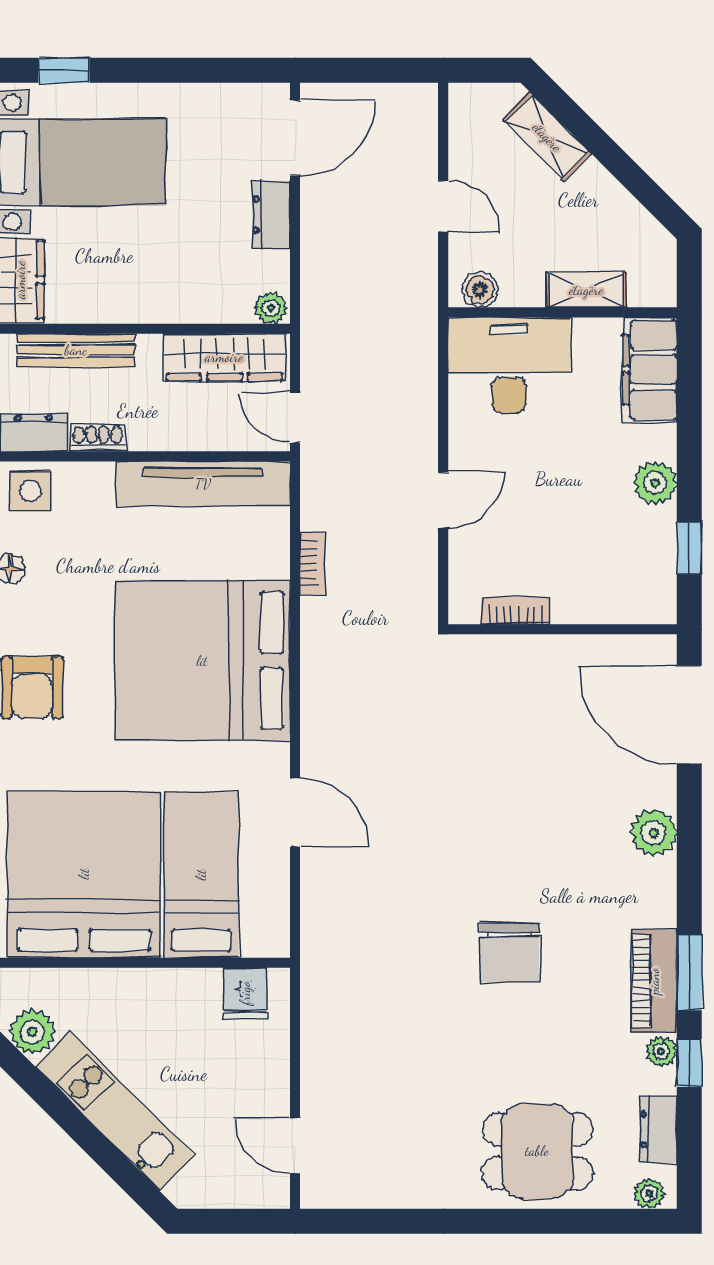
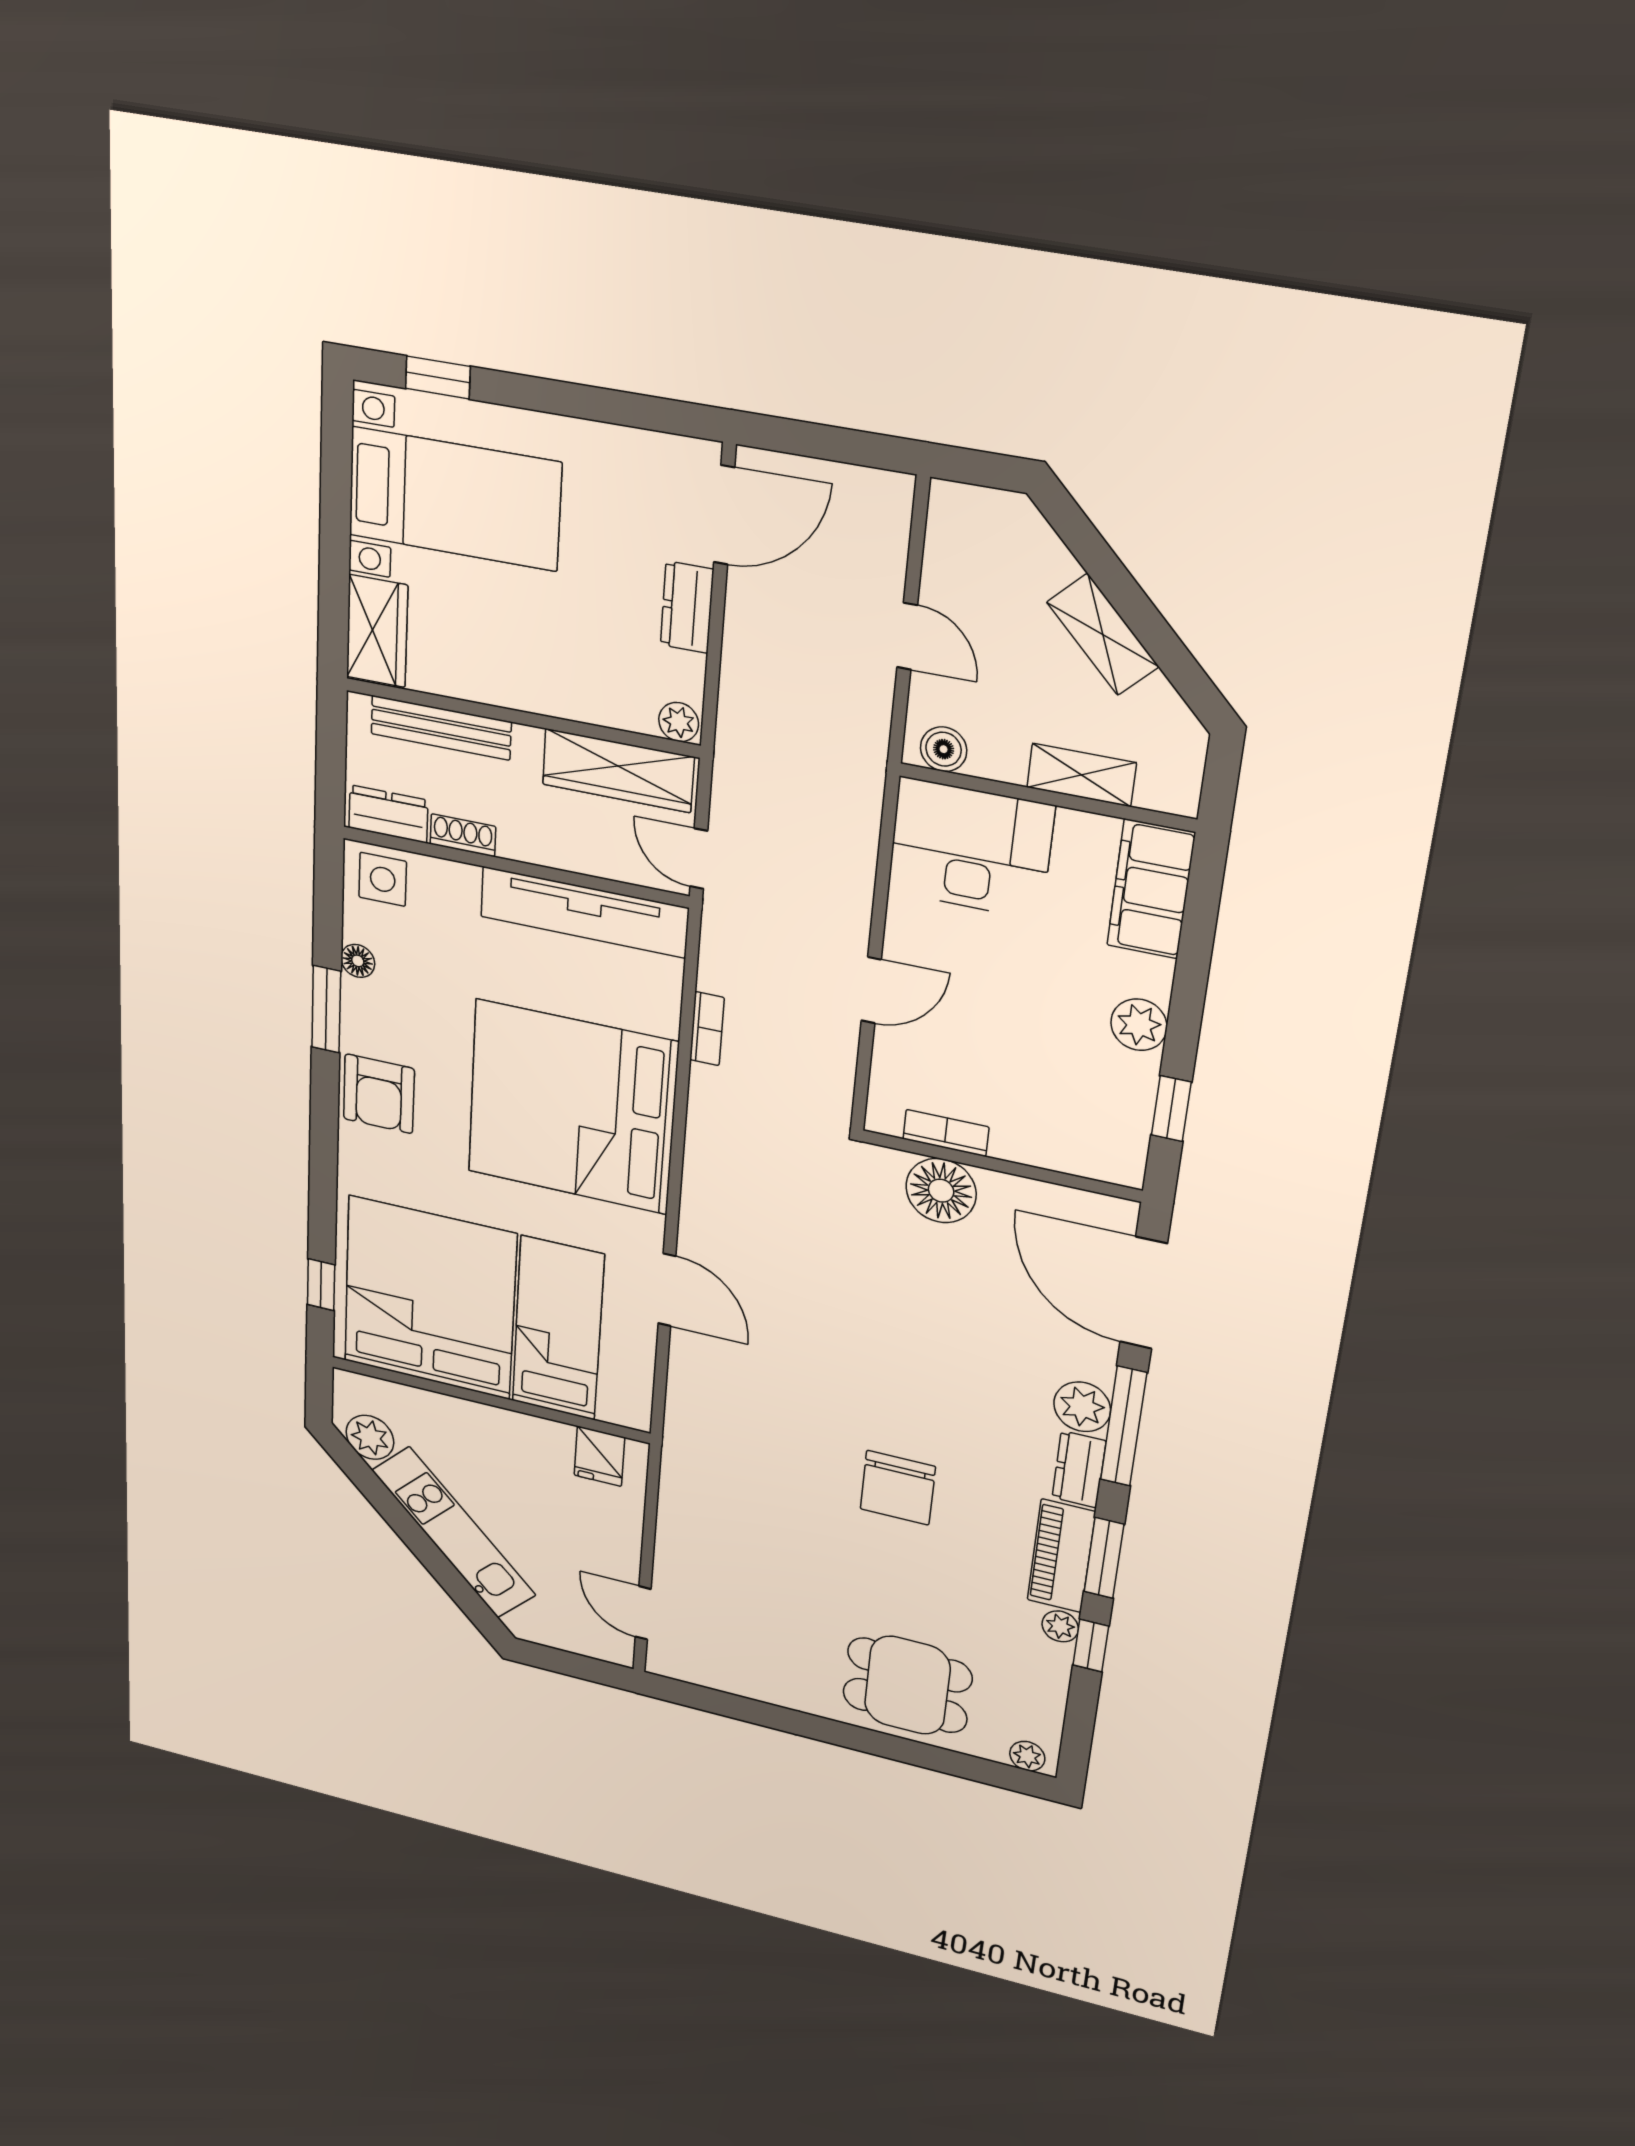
shelving: (547, 137) -> (1103, 634), moved
floor lamp: (517, 663) -> (941, 1191), added
window: (689, 842) -> (1124, 1426), added
dresser: (658, 1130) -> (1079, 1469), moved

